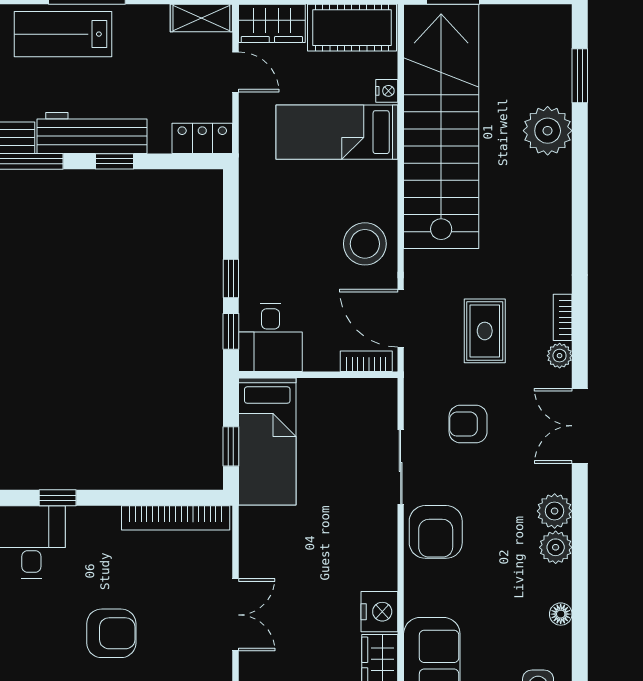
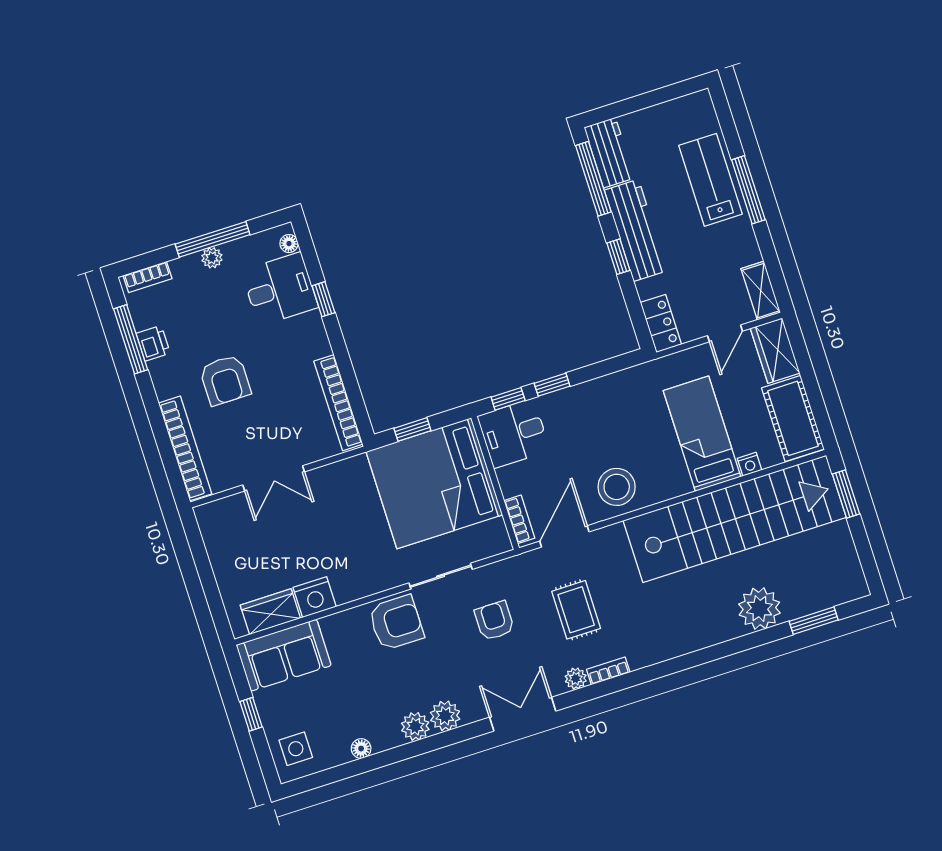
rug: (485, 331) -> (576, 610), turned 90
bed: (267, 441) -> (434, 483), width x2.04
armchair: (436, 532) -> (396, 623), turned 180

